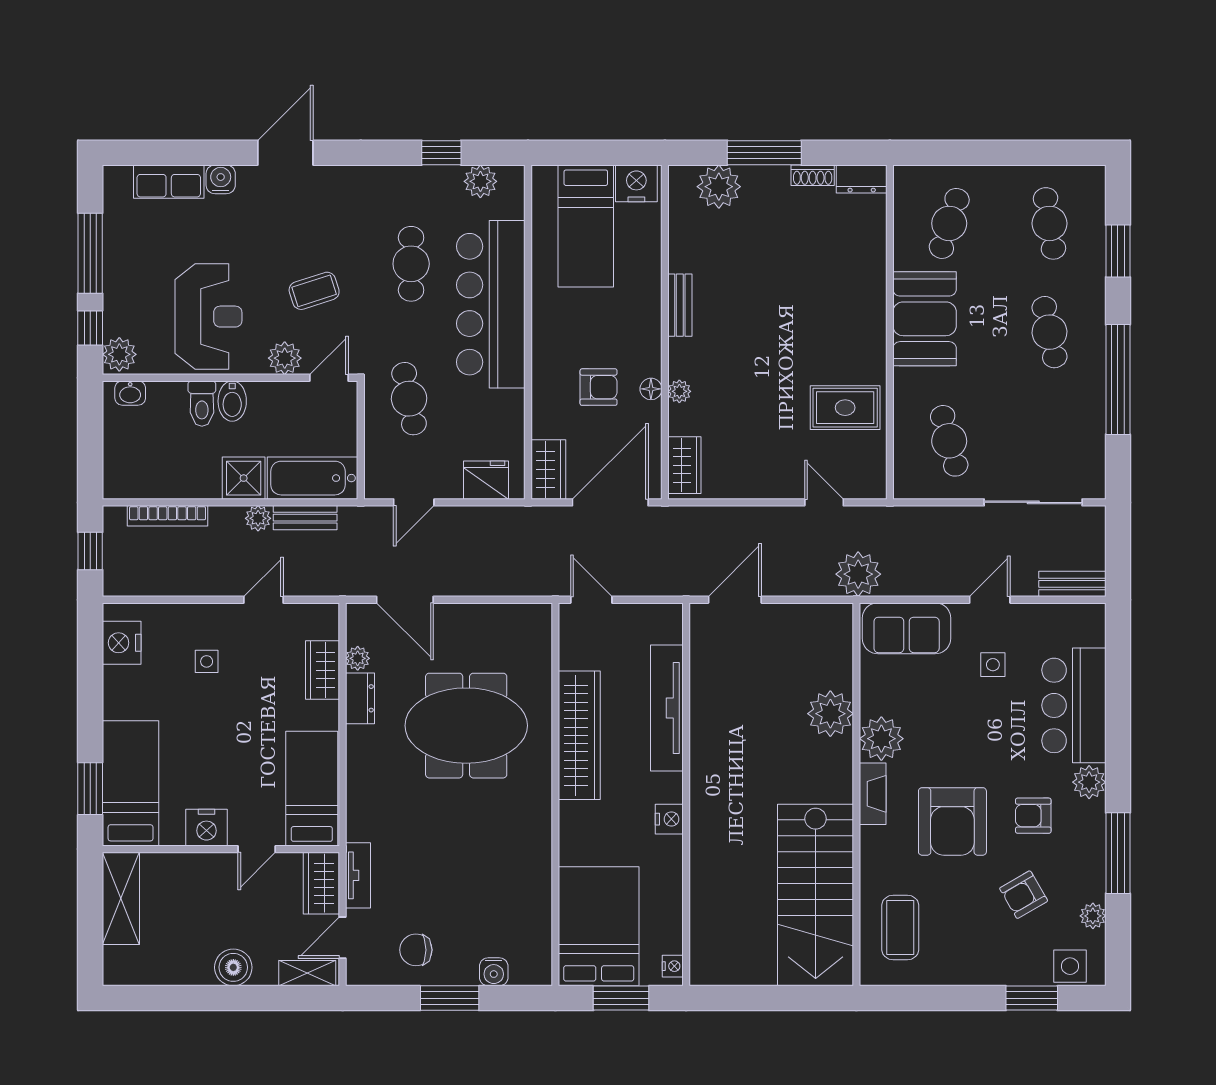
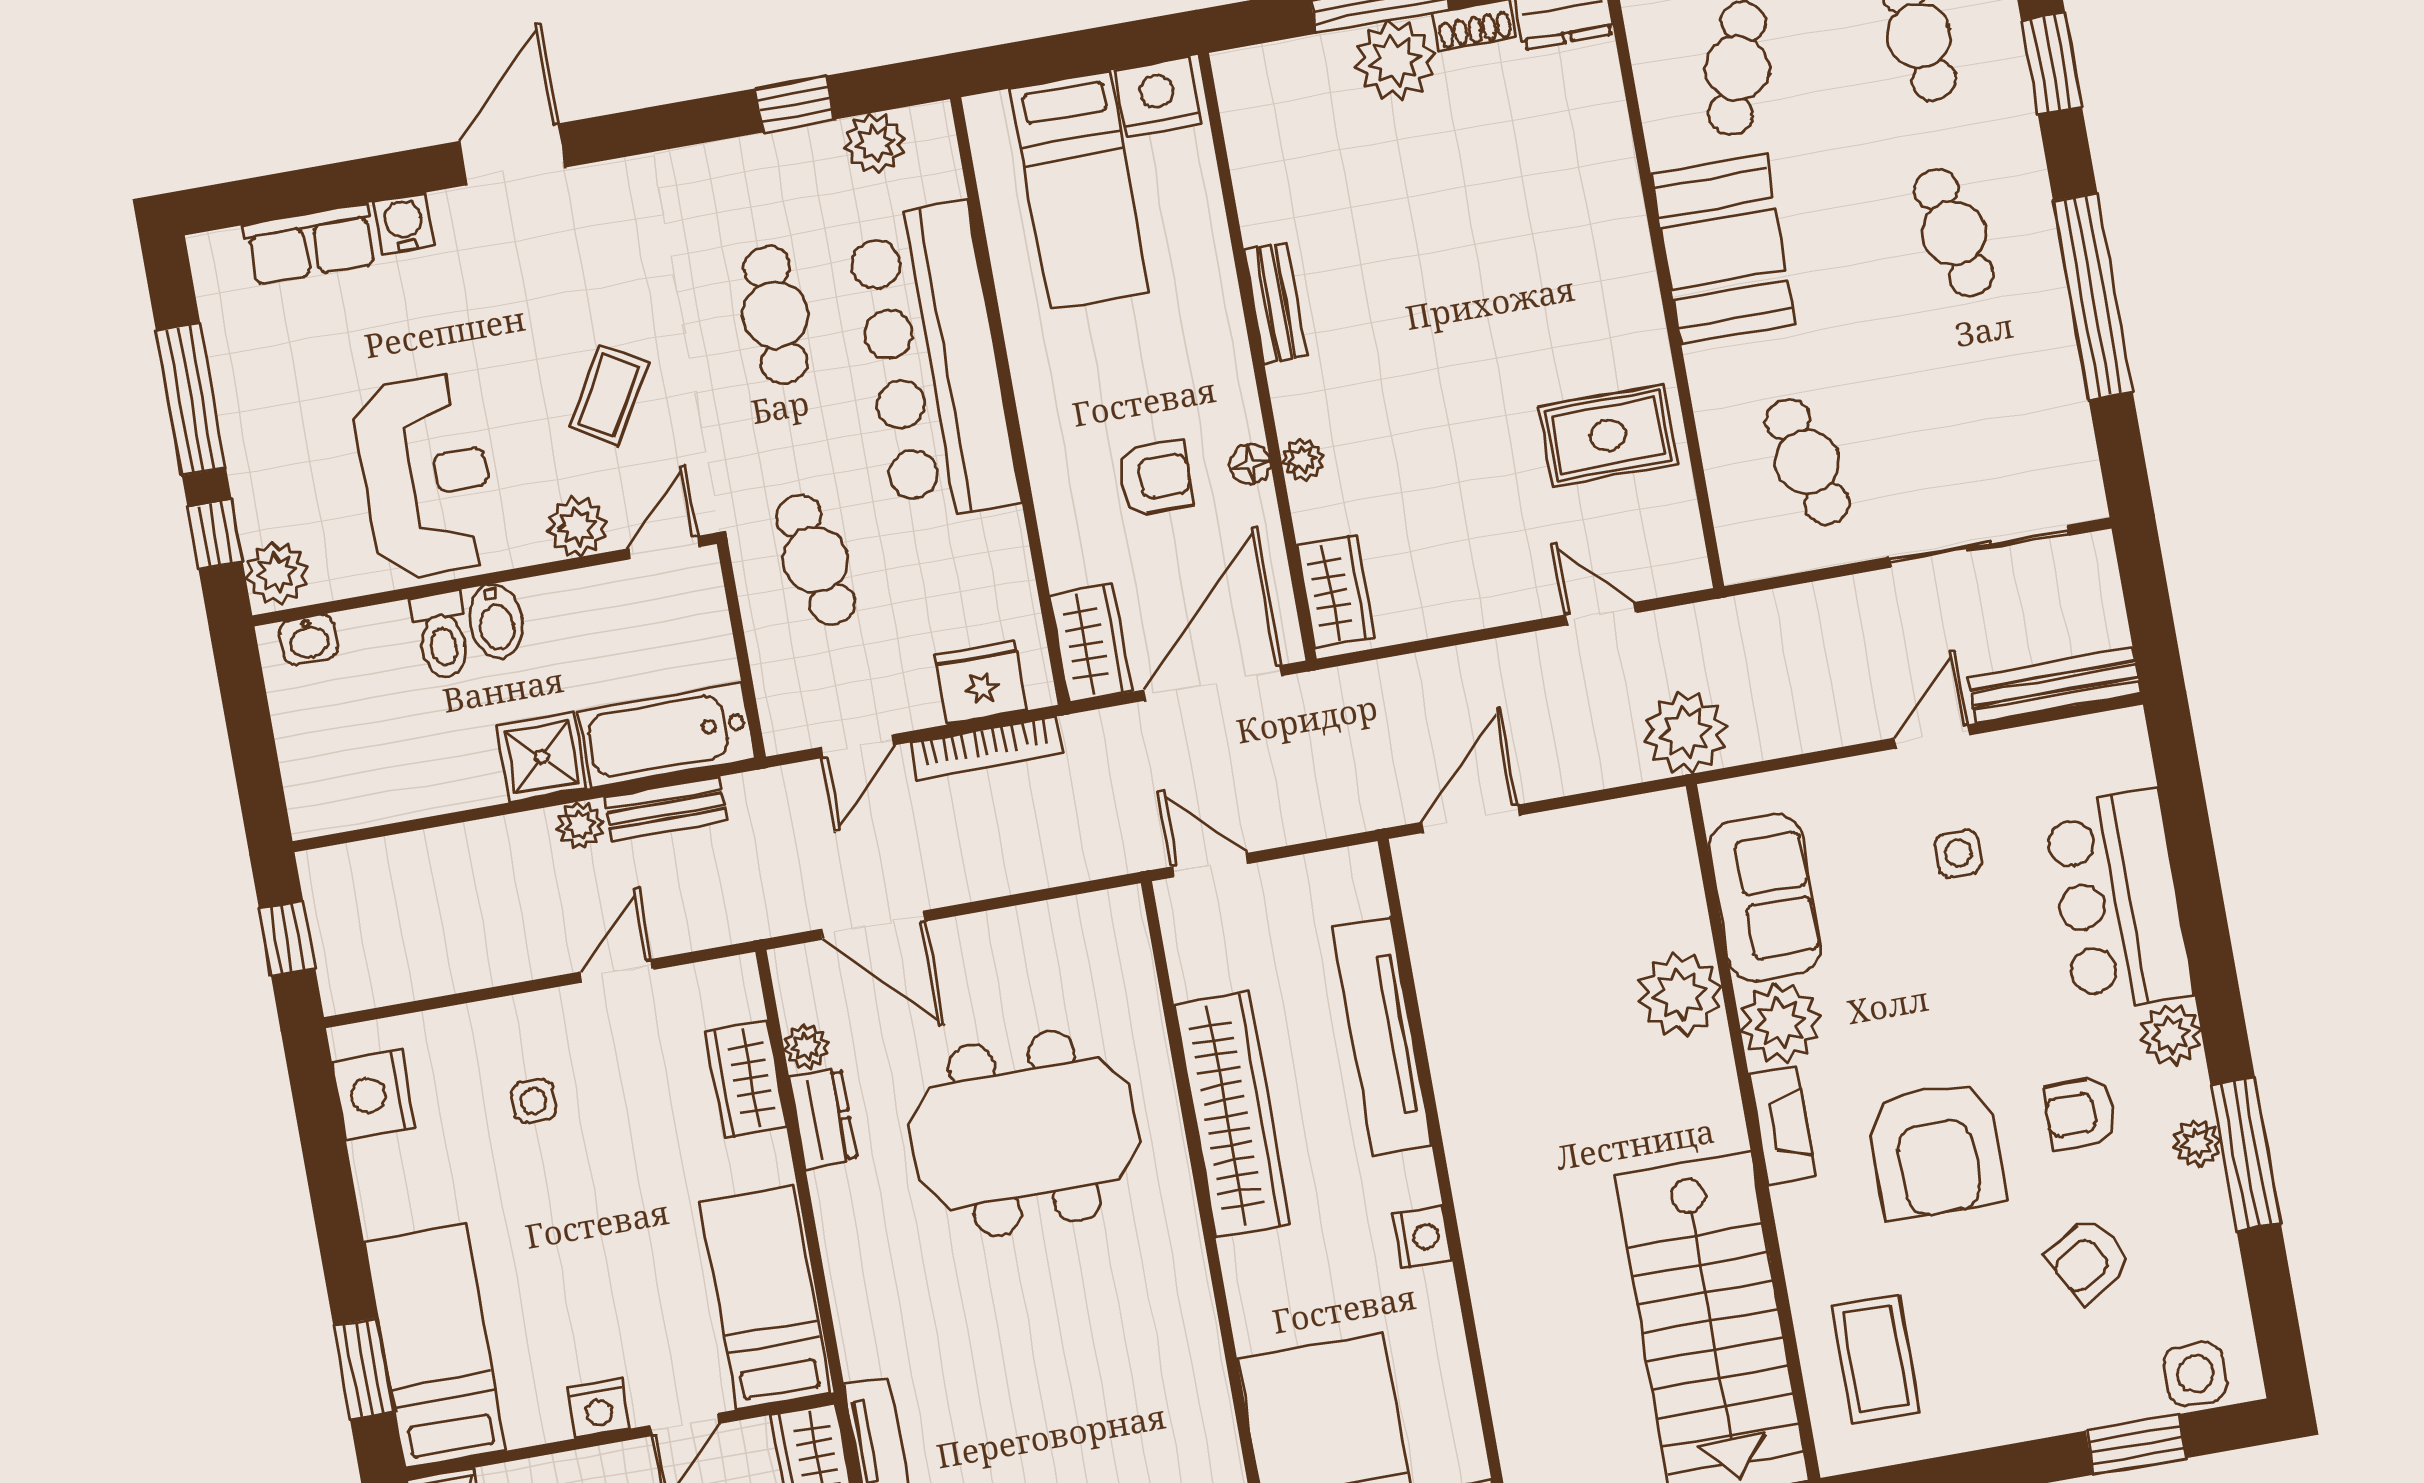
plant: (719, 187) -> (1395, 60), moved
coffee table: (314, 291) -> (609, 395), turned -41
bookcase: (168, 516) -> (986, 748), moved
bench: (1072, 584) -> (2054, 685), width x1.36
sofa: (907, 628) -> (1765, 898), moved, turned -90
nightstand: (206, 828) -> (598, 1408), width x0.74, depth x0.75
plant: (1093, 916) -> (2197, 1143), moved

